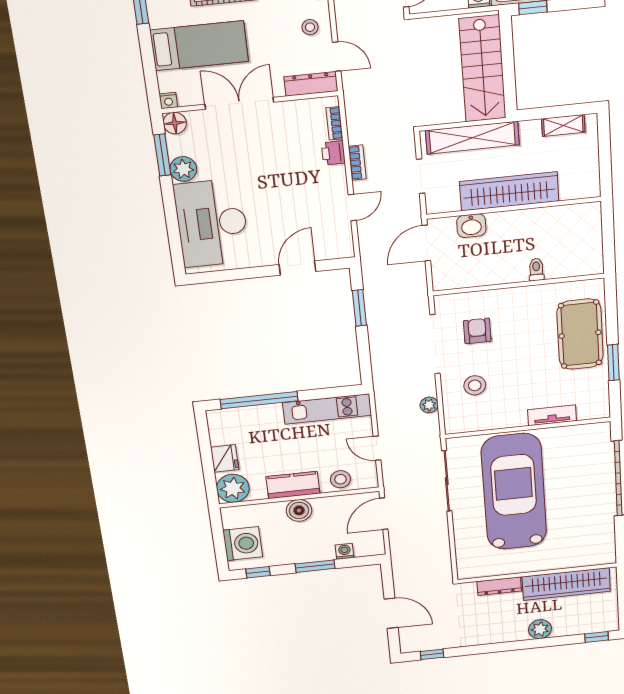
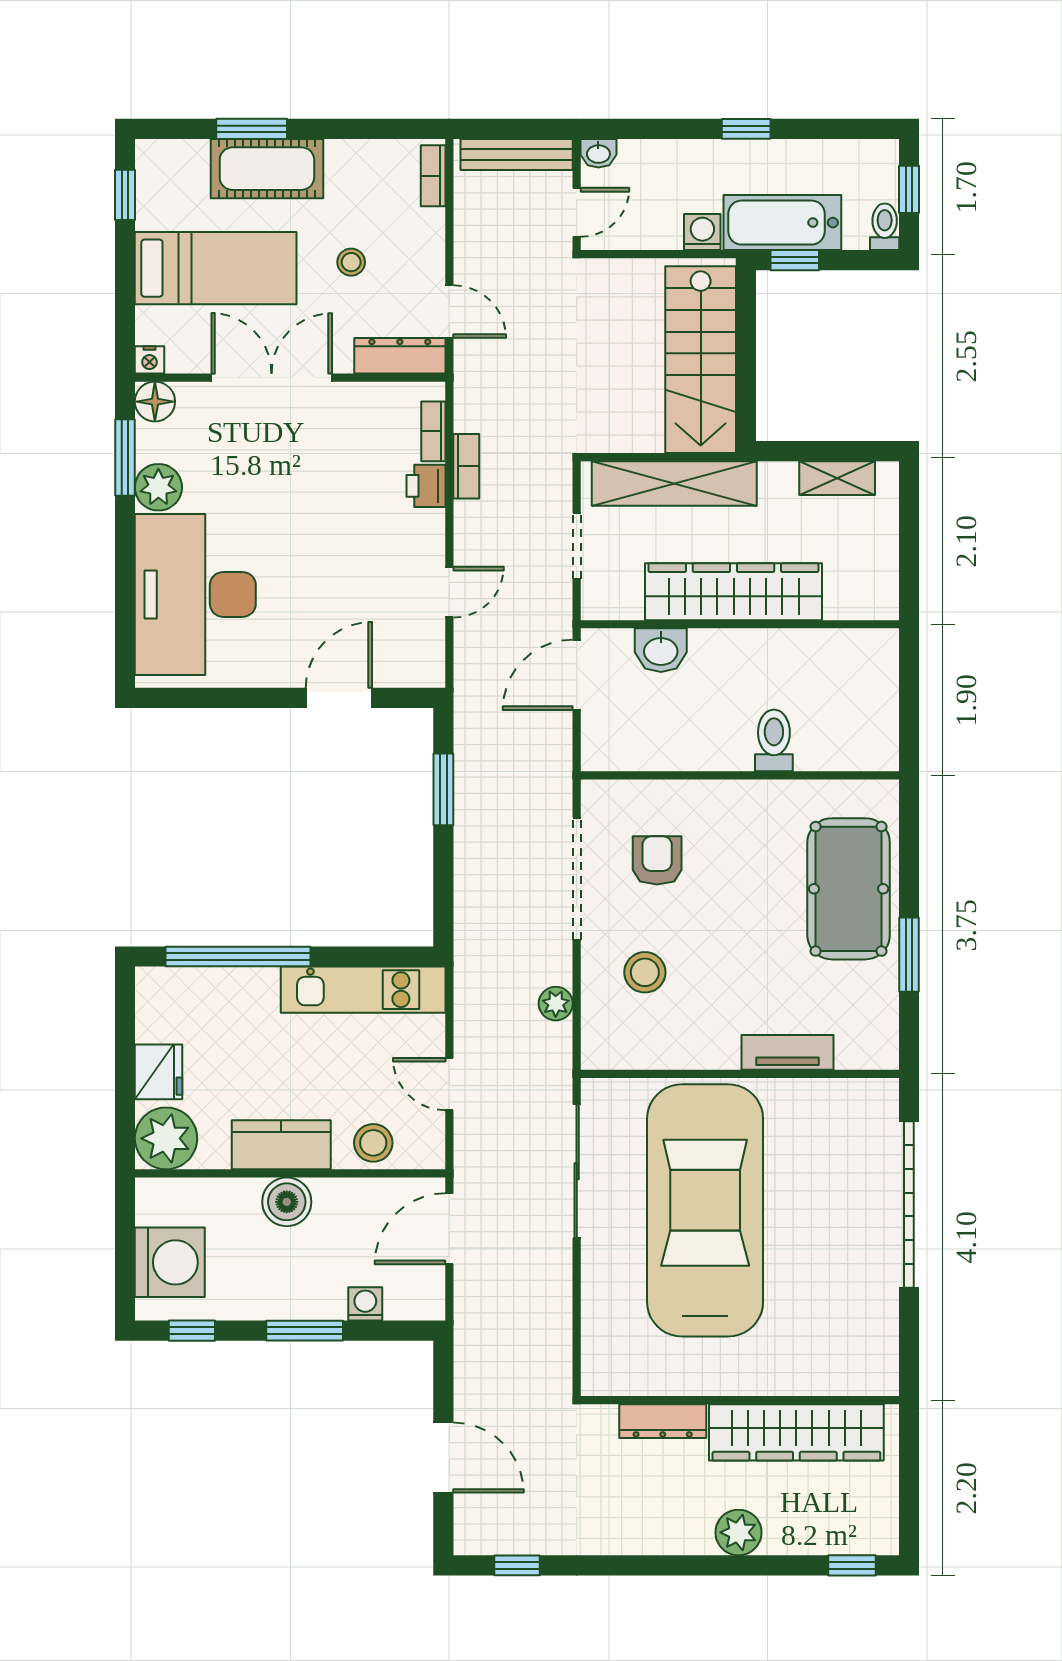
stool: (310, 27) -> (351, 262), moved
bookcase: (357, 163) -> (466, 466), moved
toilet: (536, 270) -> (774, 740), width x1.37, depth x1.39

